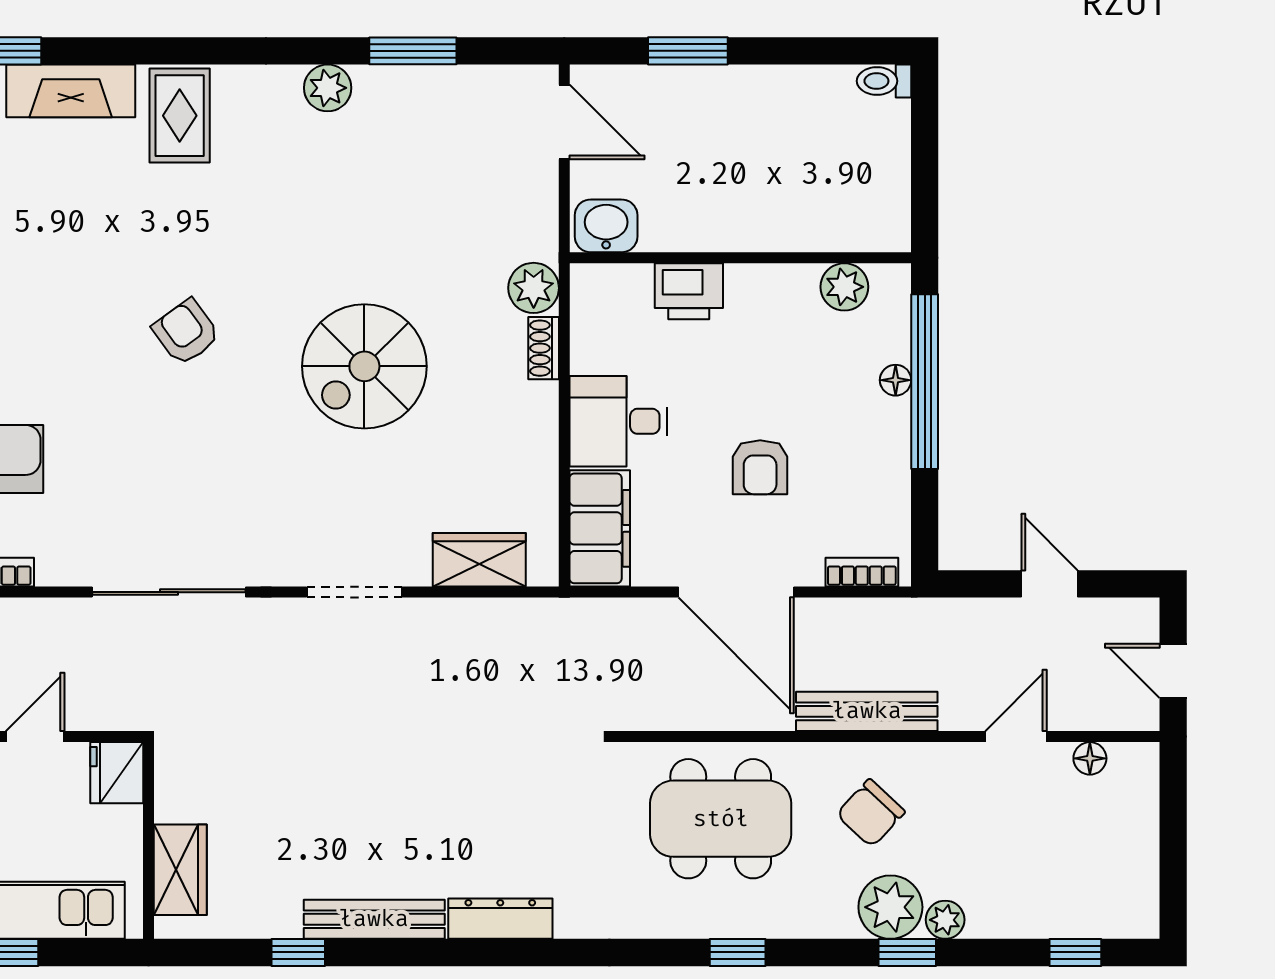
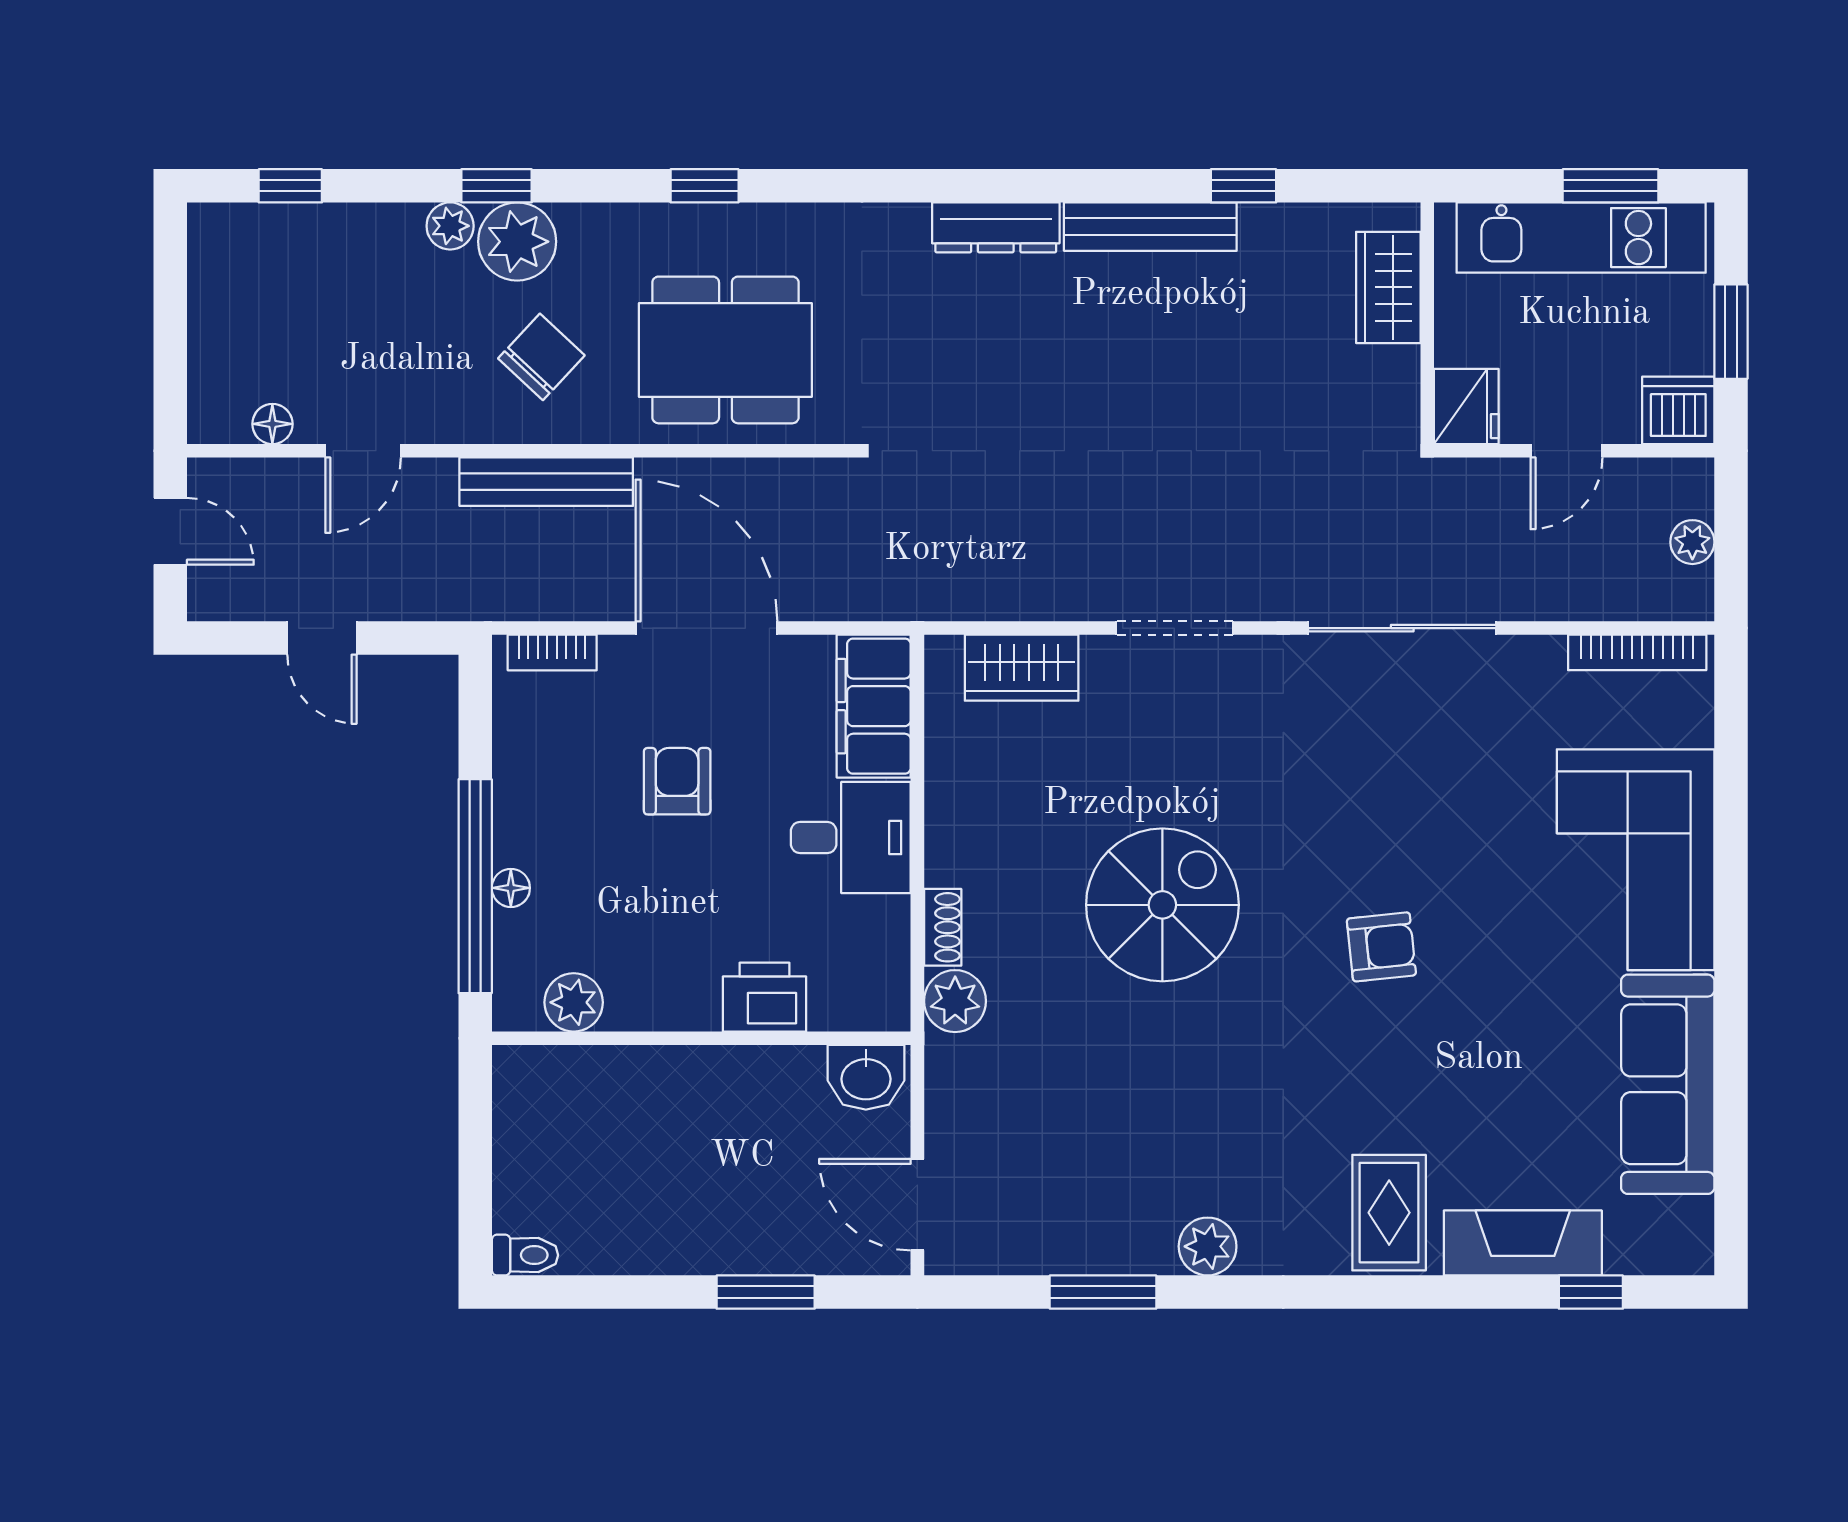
armchair: (186, 332) -> (1381, 947), turned -60

